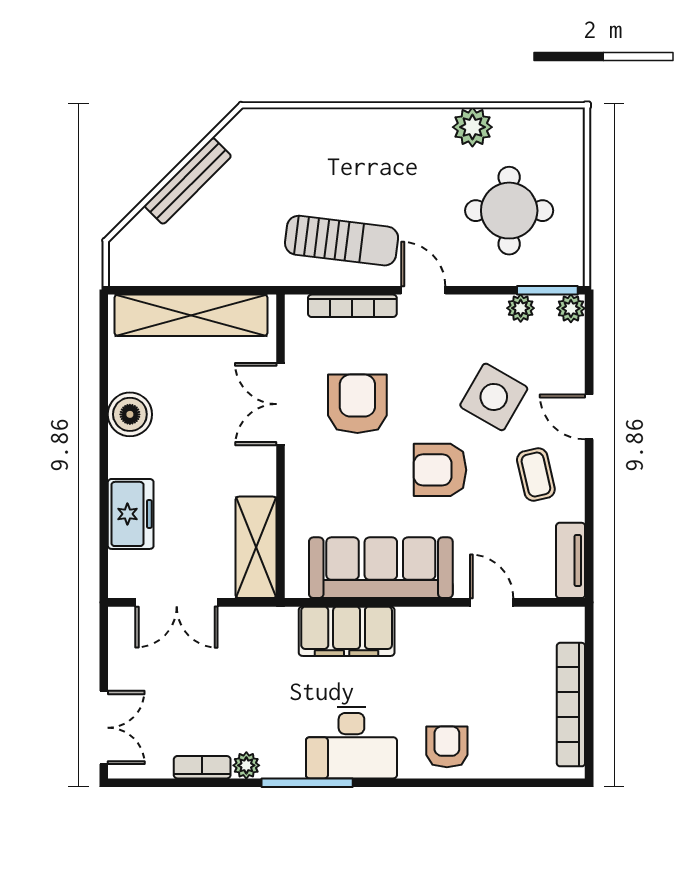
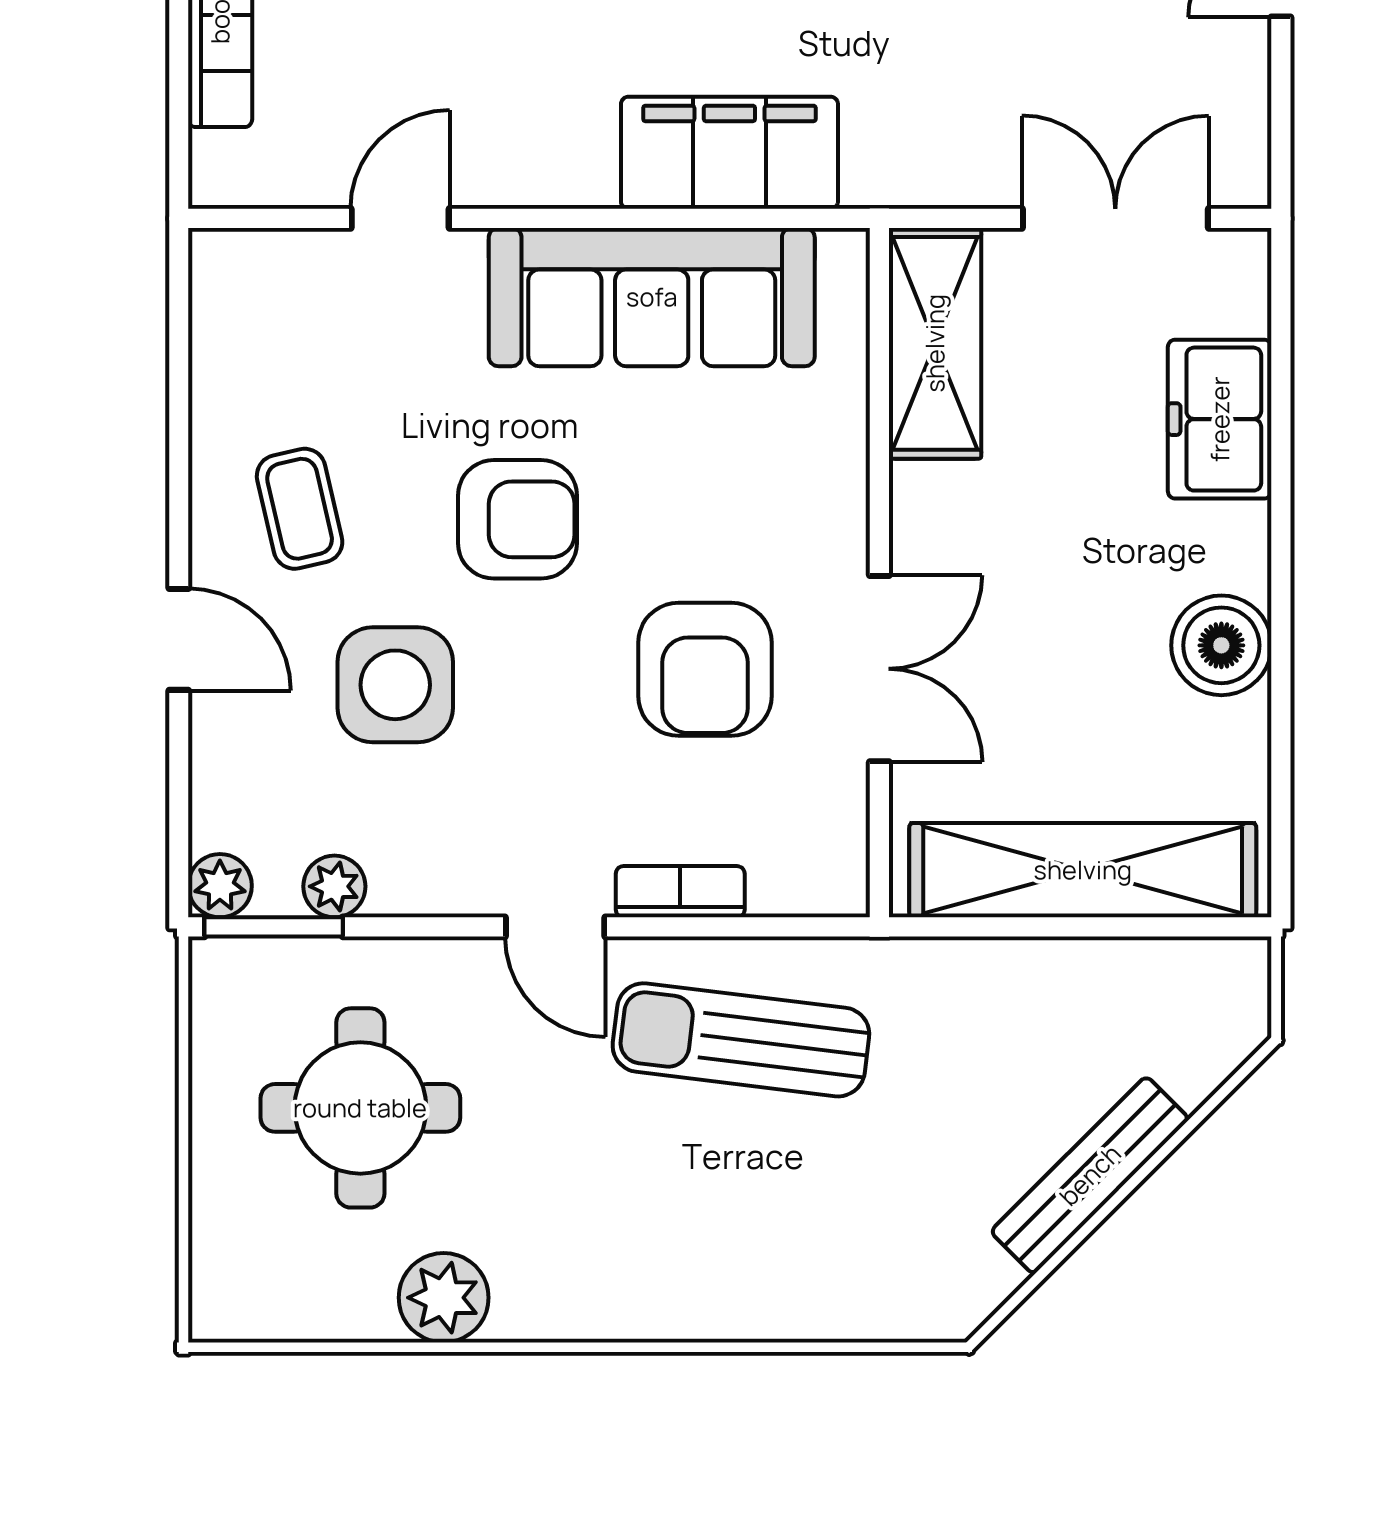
bookcase: (352, 306) -> (680, 892), width x0.64
side table: (494, 397) -> (395, 685), turned -30
tv unit: (571, 560) -> (221, 314), removed
door: (492, 602) -> (400, 218), swing flipped

